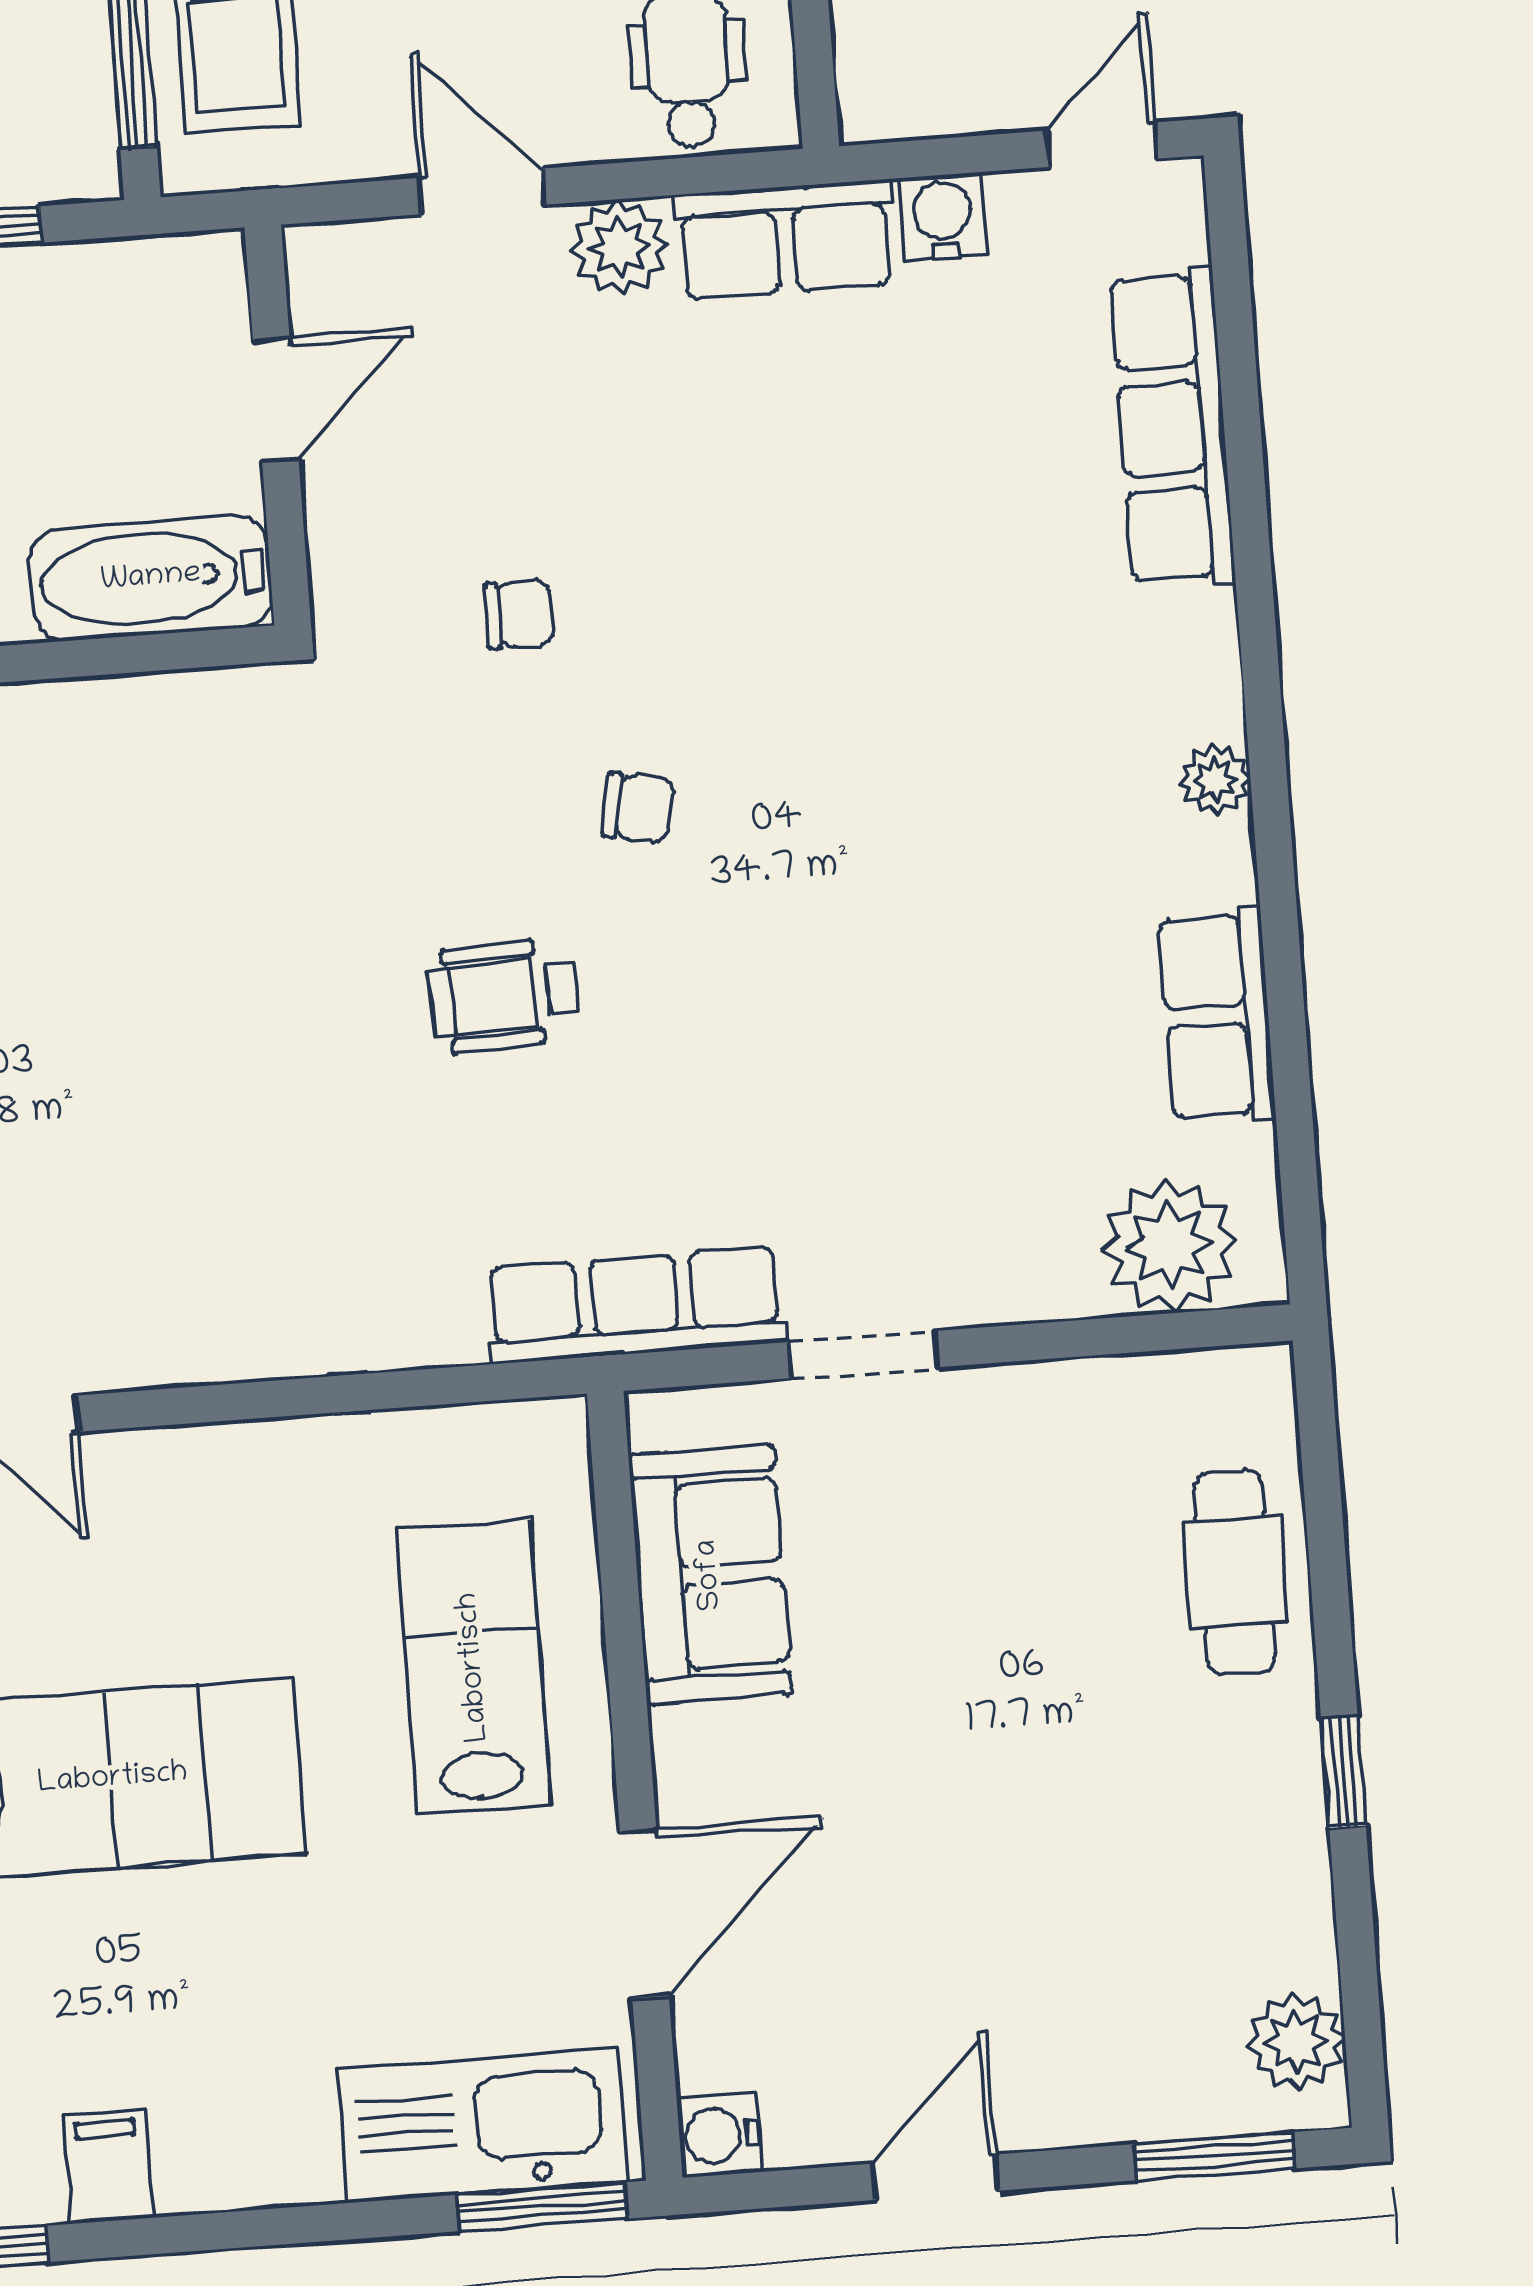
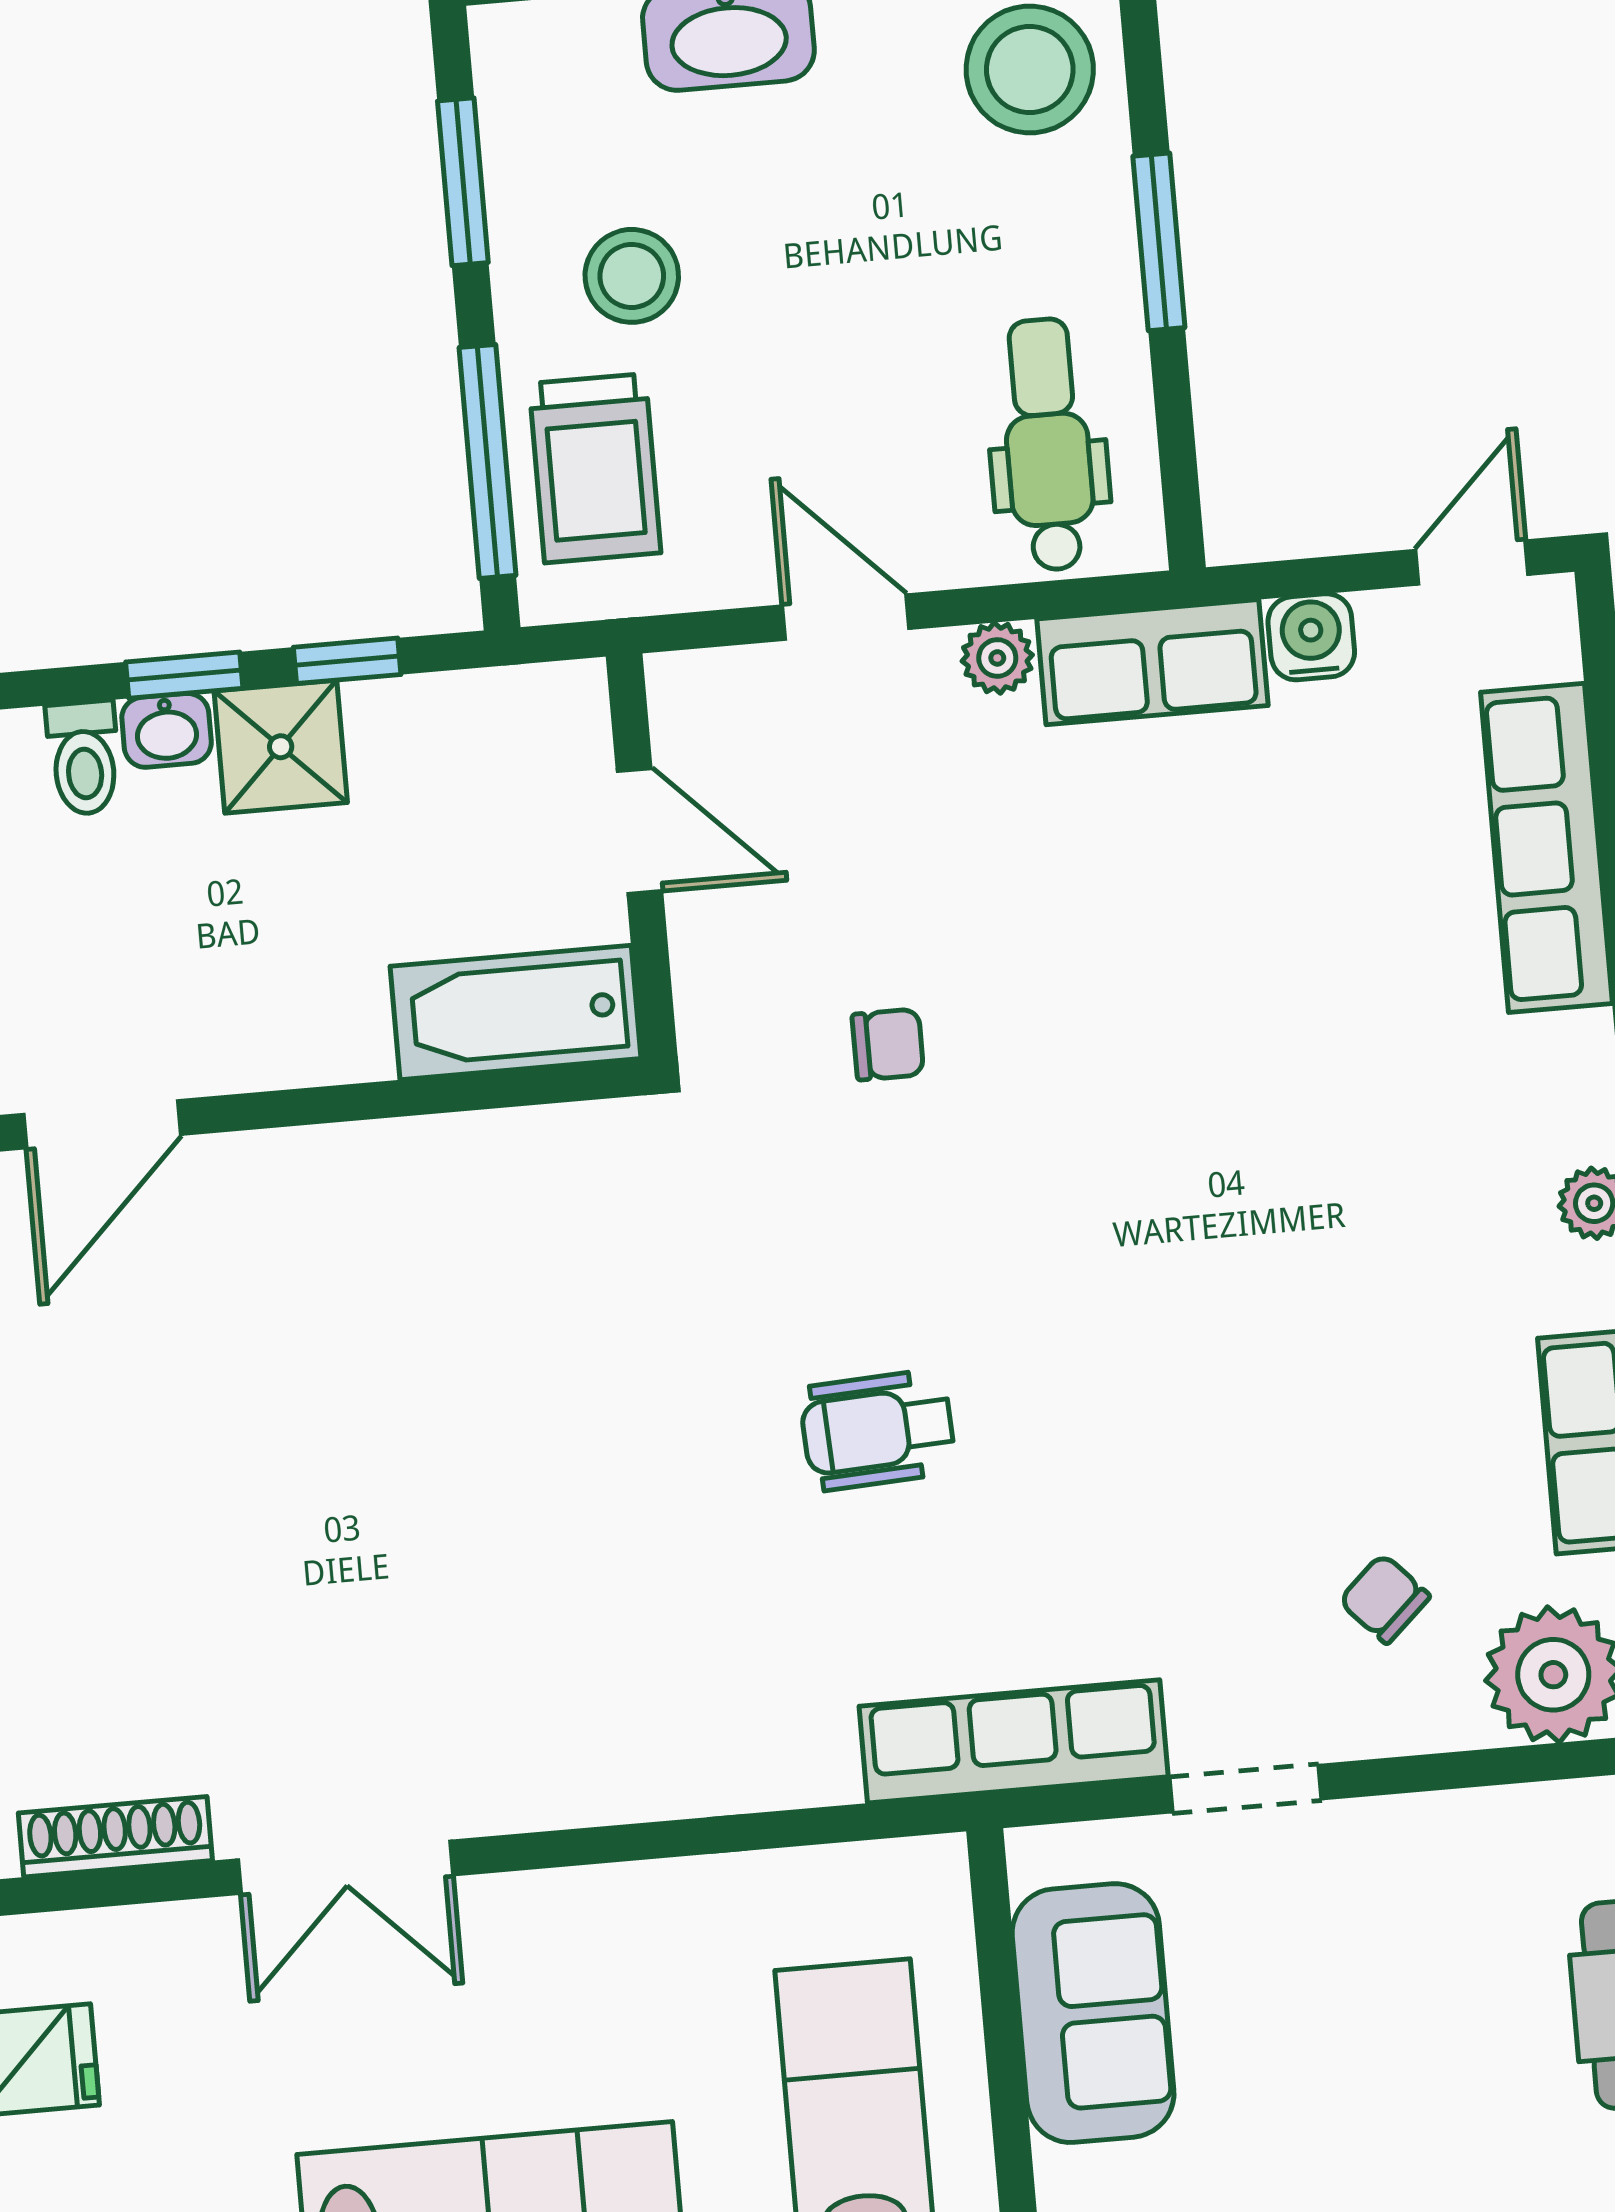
plant: (620, 248) -> (997, 658), width x0.73, depth x0.73
door: (276, 400) -> (639, 831), hinge flipped
chair: (638, 808) -> (1385, 1599), moved, turned -144

